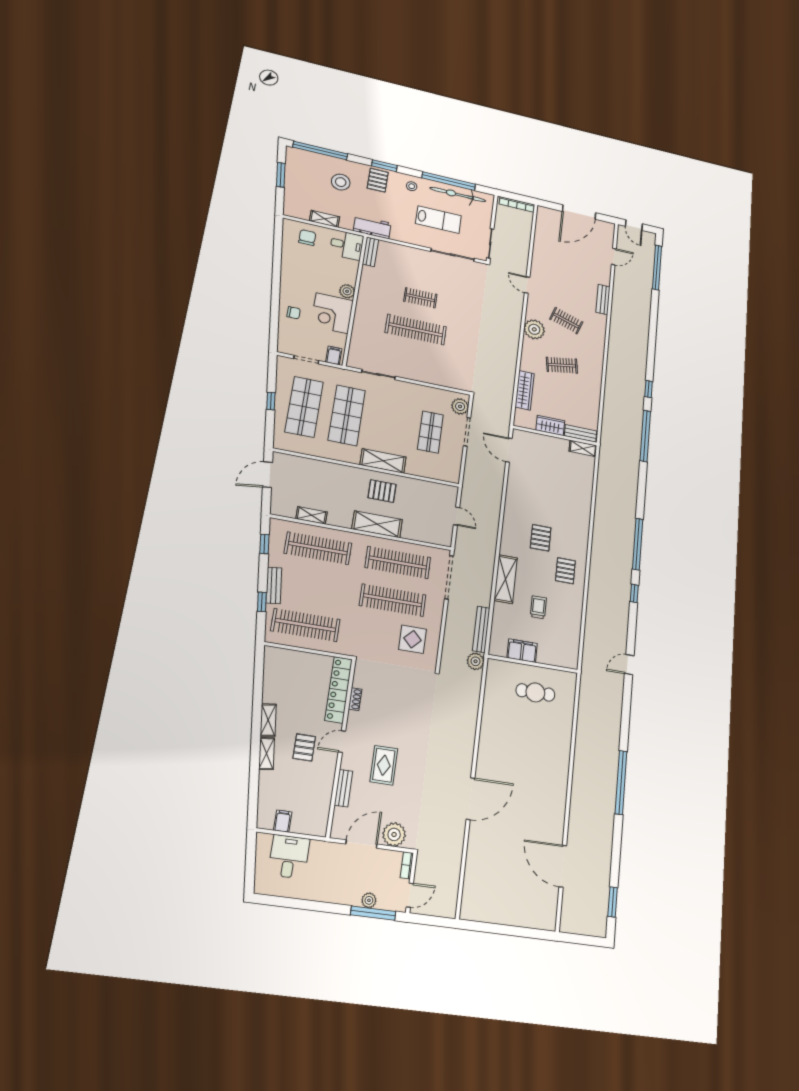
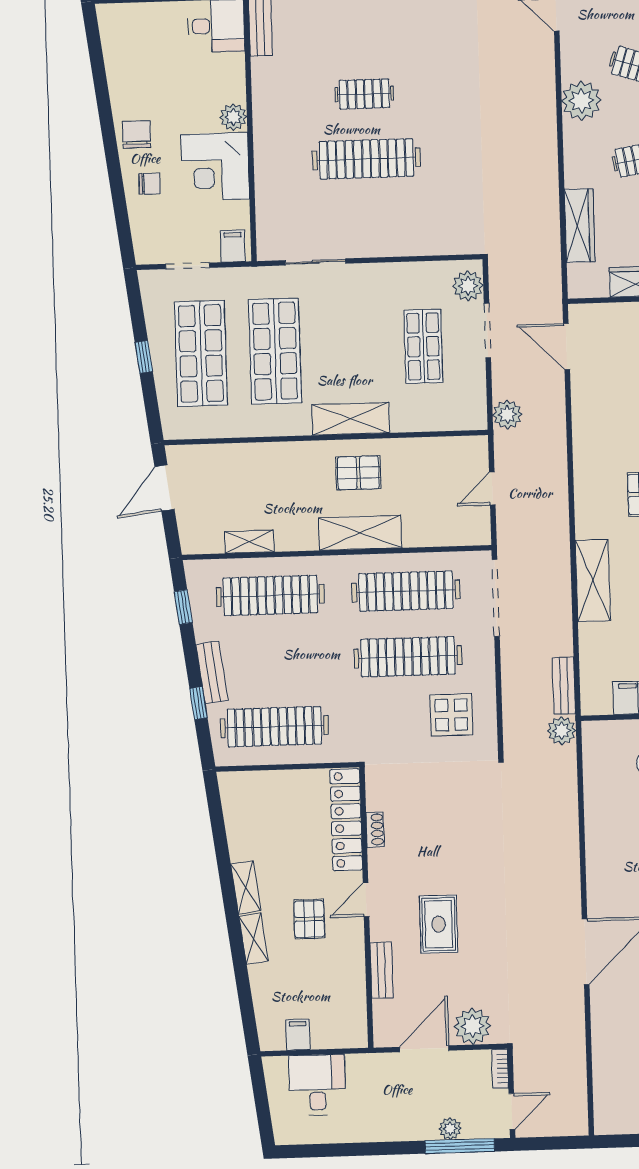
chair: (307, 238) -> (137, 134), moved
plant: (471, 478) -> (507, 414), added
door: (457, 516) -> (492, 488), swing flipped
bench: (481, 629) -> (564, 686), width x0.73

